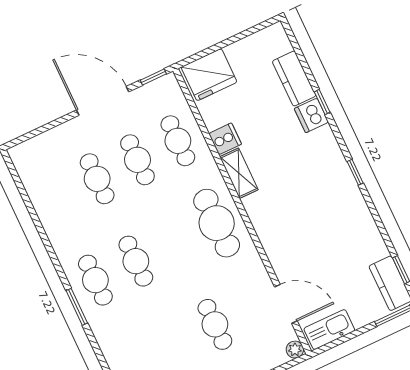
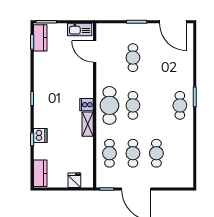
fridge: (209, 75) -> (74, 180), width x0.53, depth x0.75
kitchen counter: (294, 79) -> (40, 173), moved
cooker: (225, 139) -> (87, 105), moved
cafe table: (136, 261) -> (133, 105), moved
plant: (295, 350) -> (101, 28), removed

